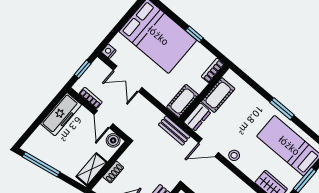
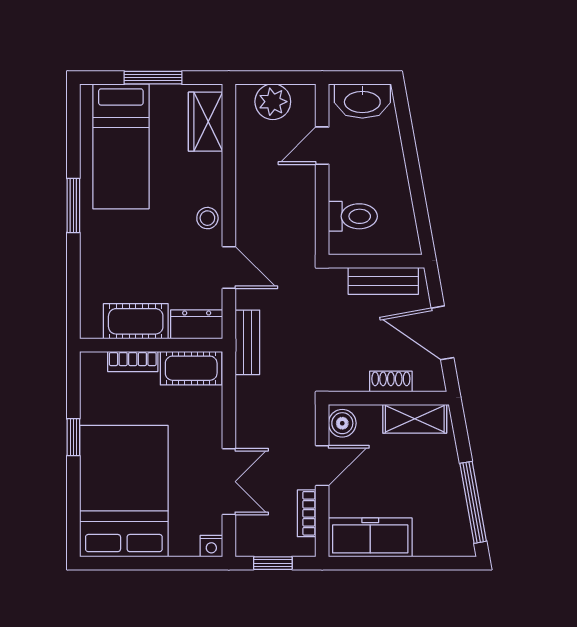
bookcase: (213, 70) -> (133, 361), moved

